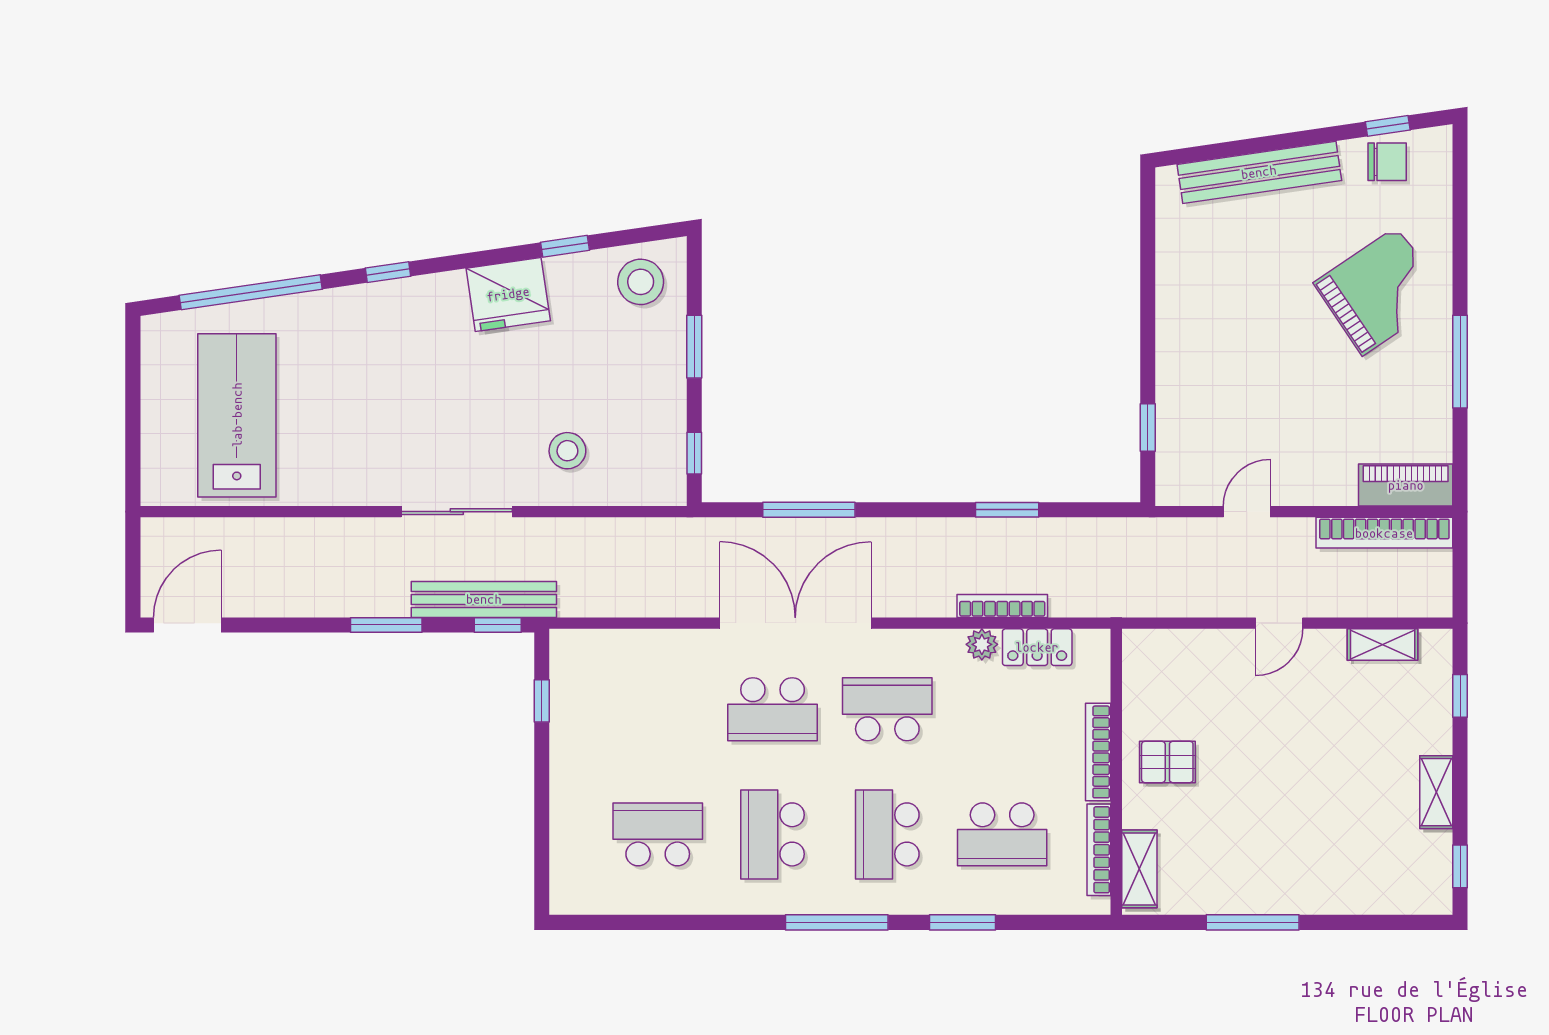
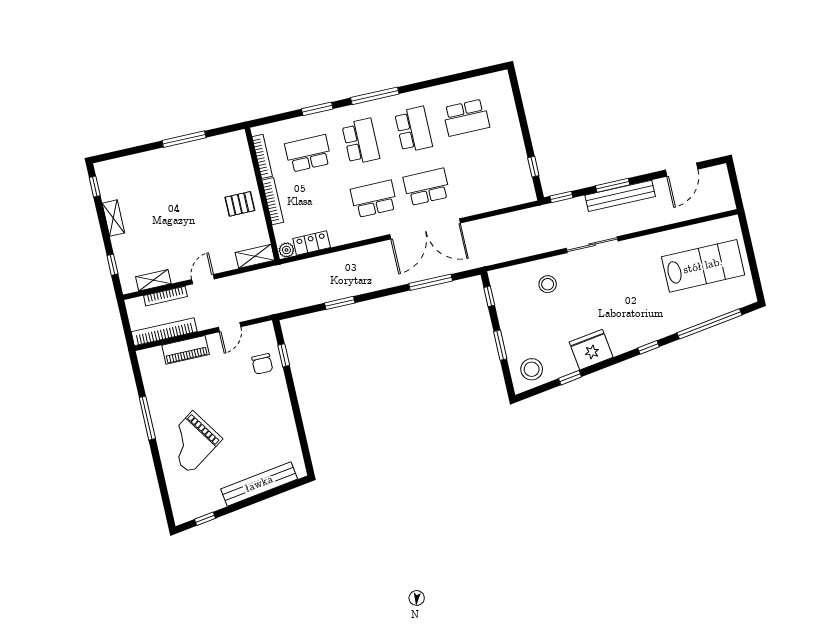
chair: (1387, 162) -> (262, 364), moved, turned -90
lab bench: (237, 415) -> (703, 266), turned -90
piano: (1406, 485) -> (186, 350), moved
bench: (484, 599) -> (620, 196), moved
bookcase: (1002, 606) -> (165, 296), moved
door: (187, 625) -> (682, 170), moved
plant: (982, 644) -> (286, 250), moved
school desk: (887, 709) -> (374, 199), turned 180
shelving: (1139, 869) -> (255, 256), moved, turned 90

